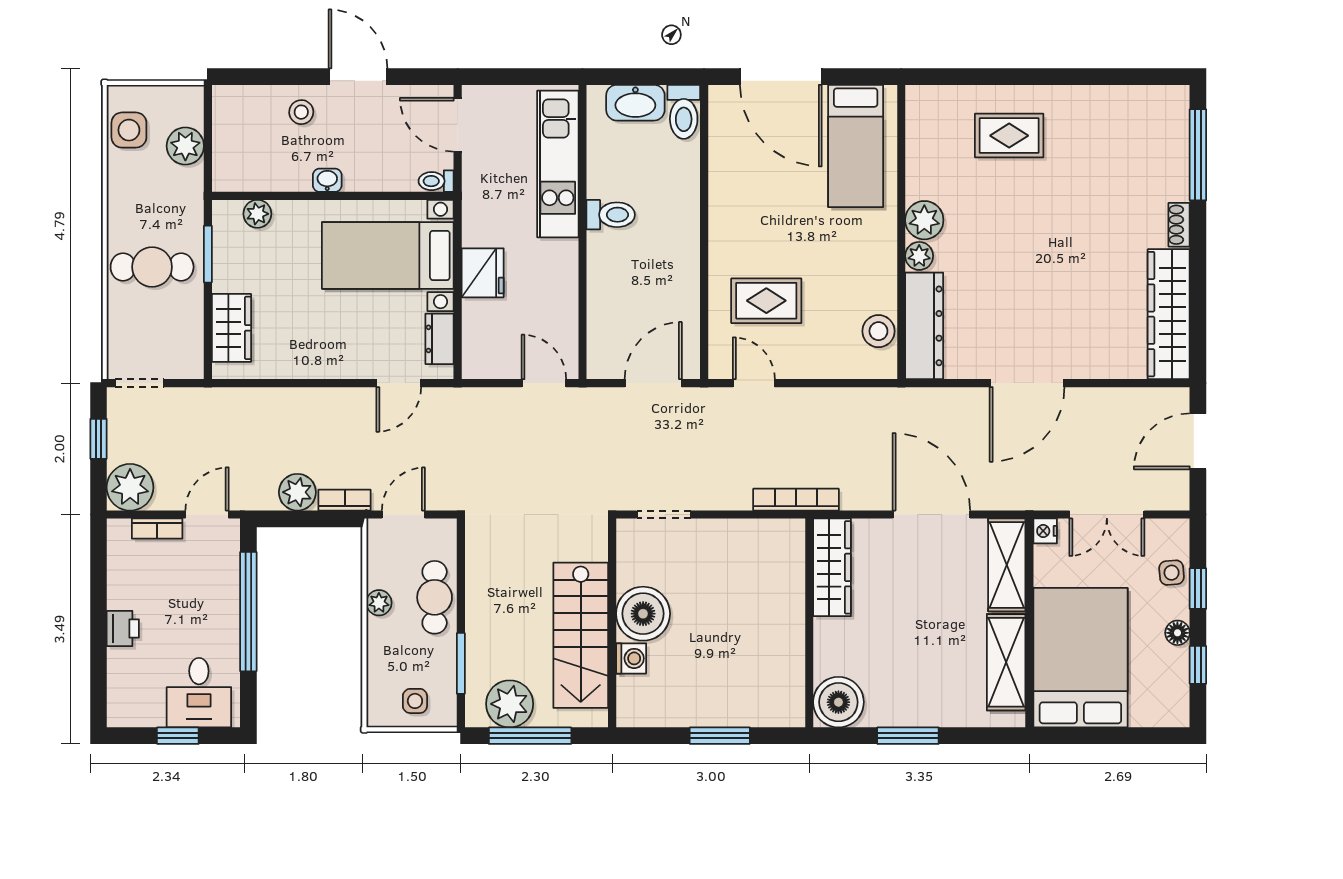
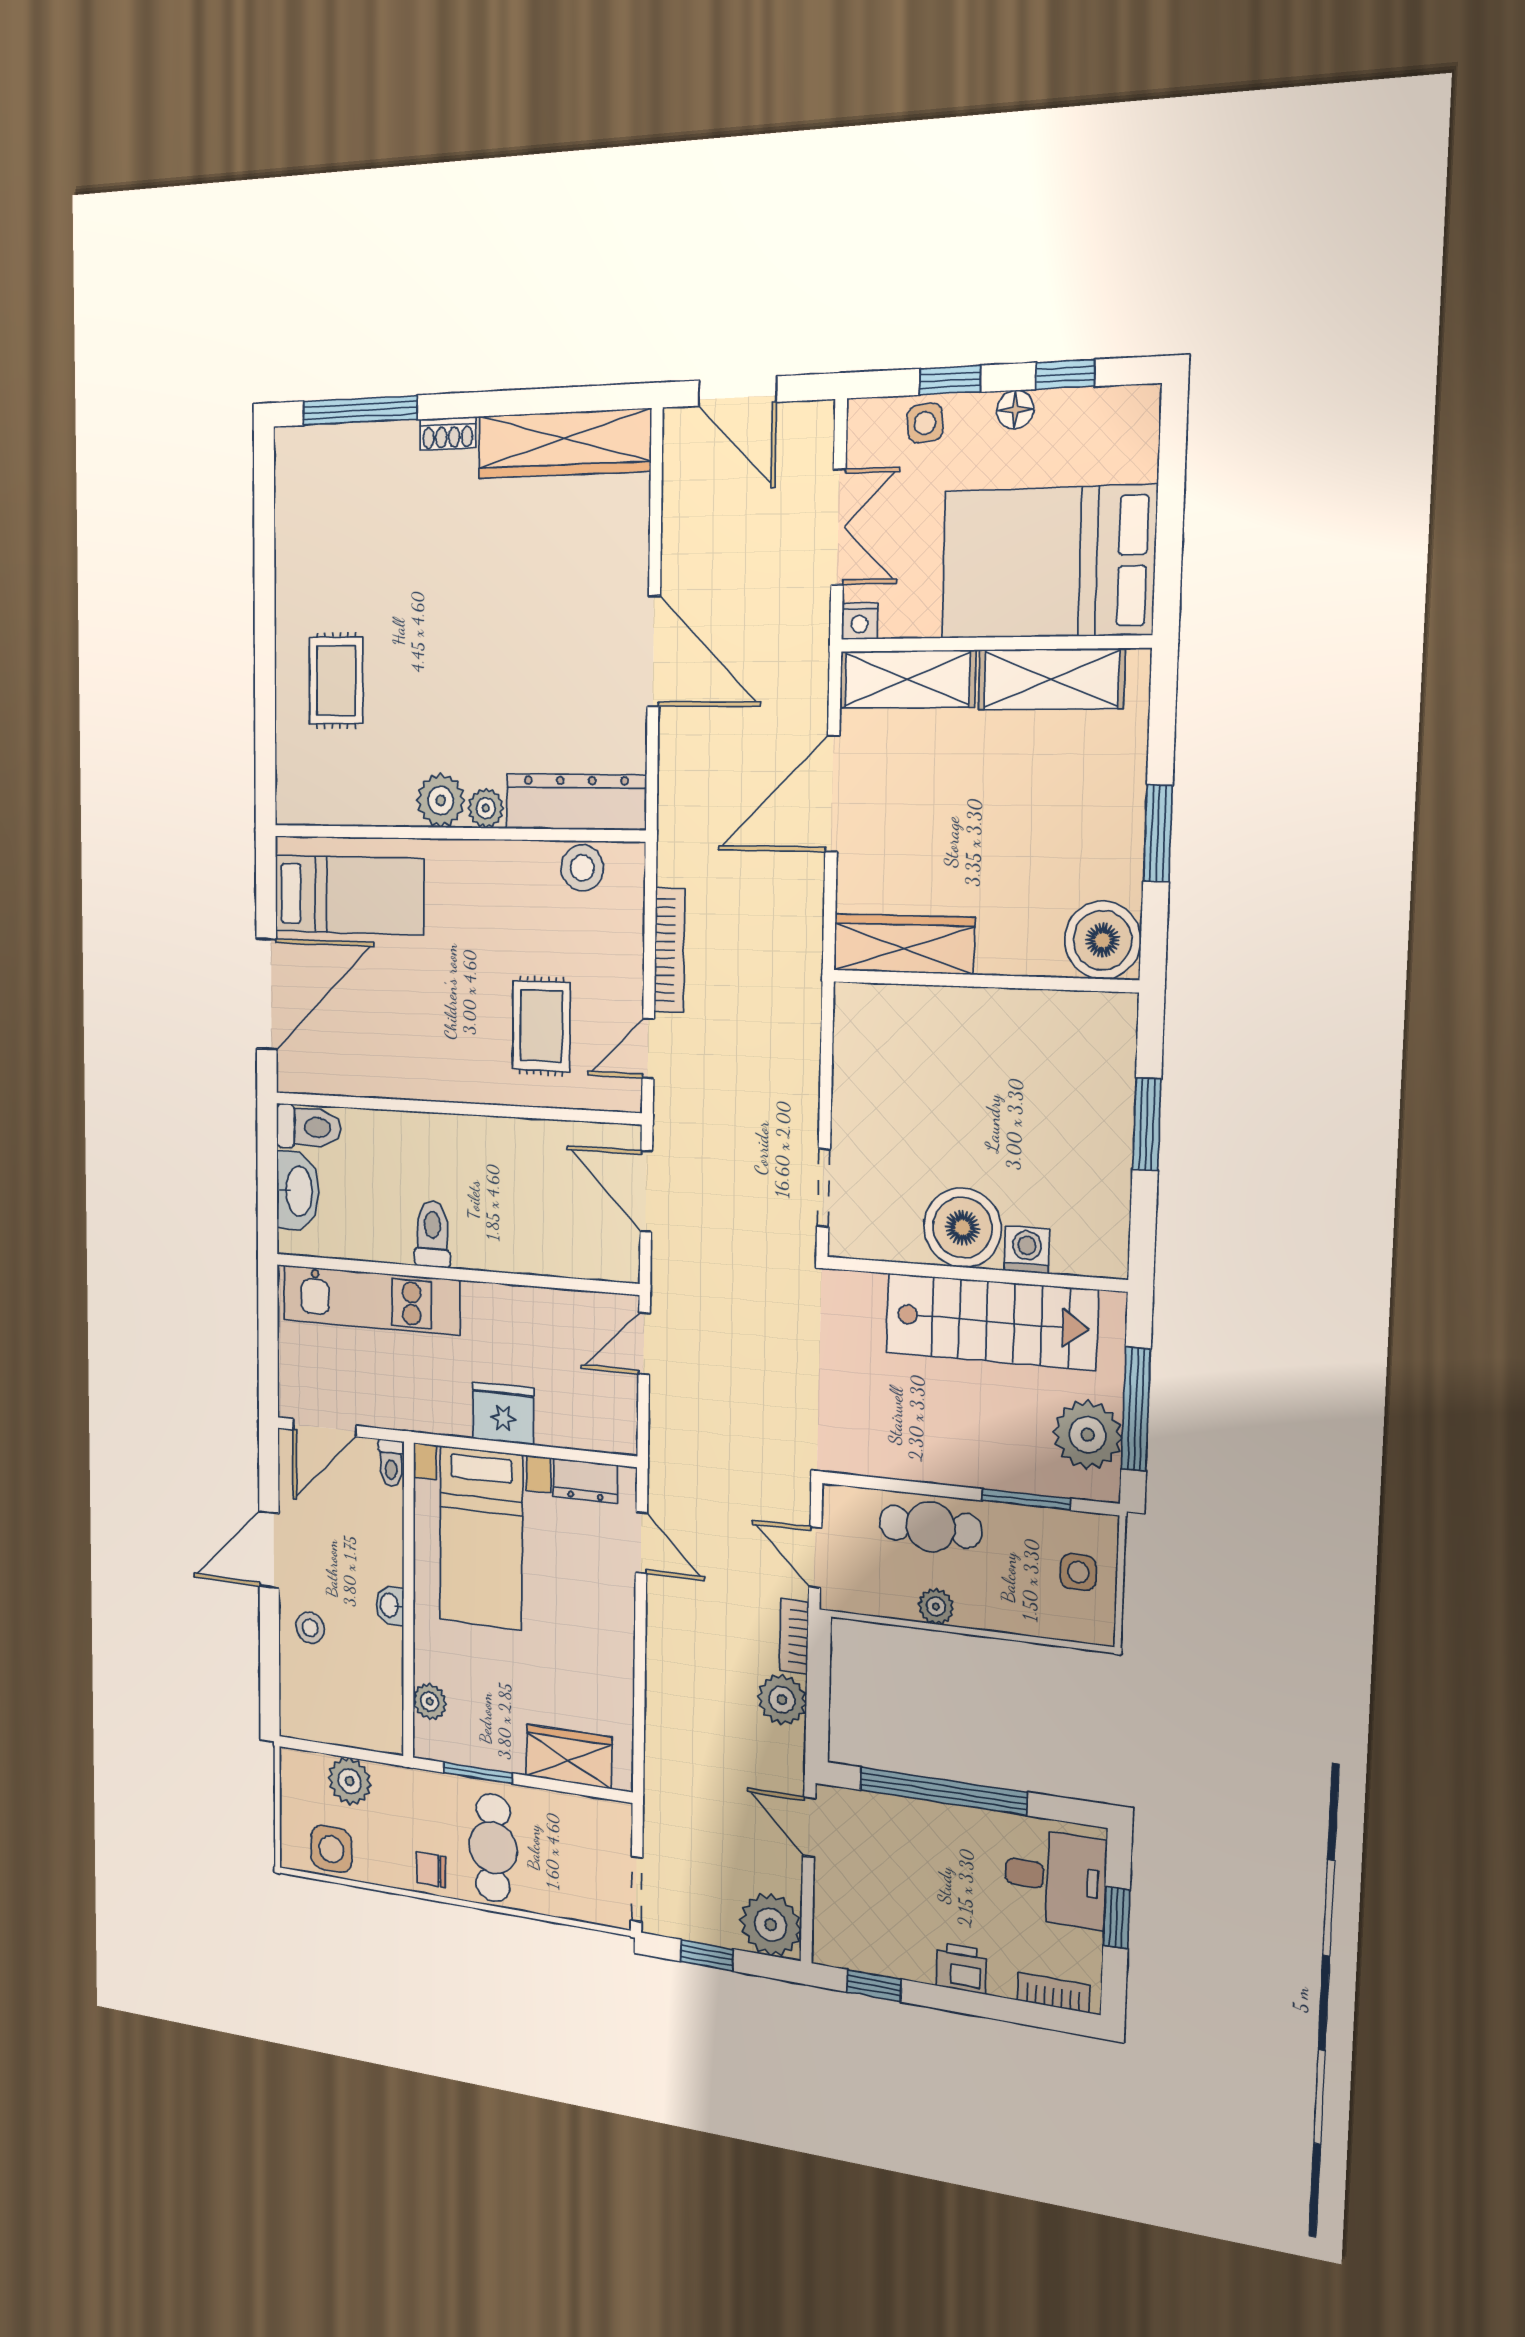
chair: (126, 215) -> (431, 1870), added
bookcase: (796, 500) -> (669, 950), moved, turned 180
bookcase: (157, 529) -> (1053, 1993), moved, turned -90
window: (98, 565) -> (874, 1986), added

